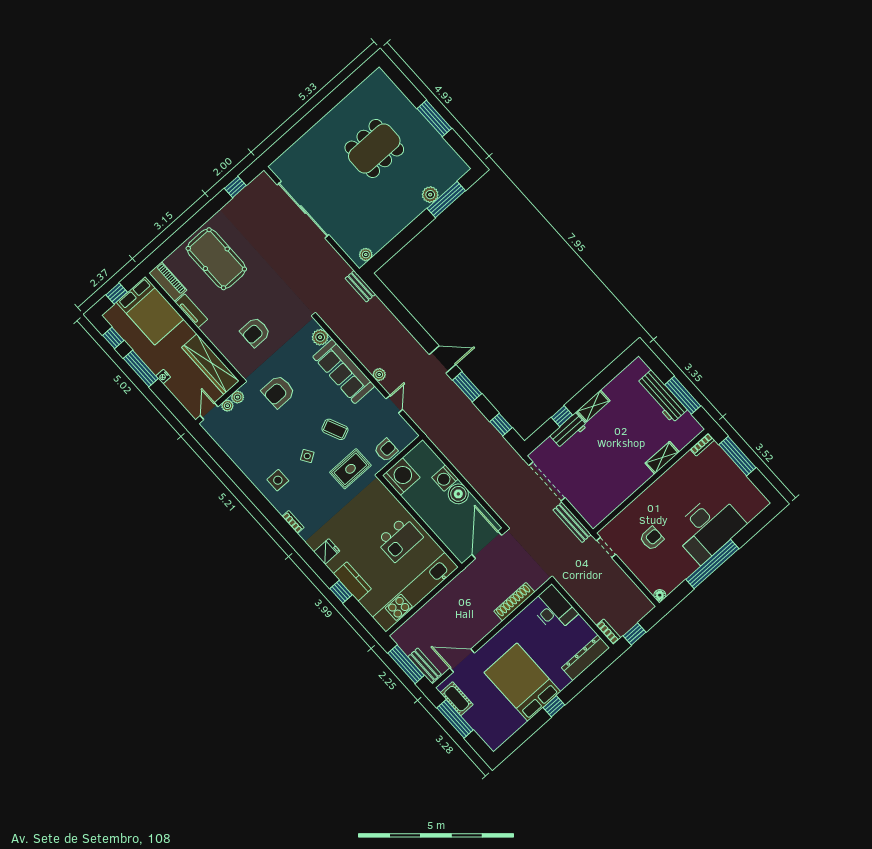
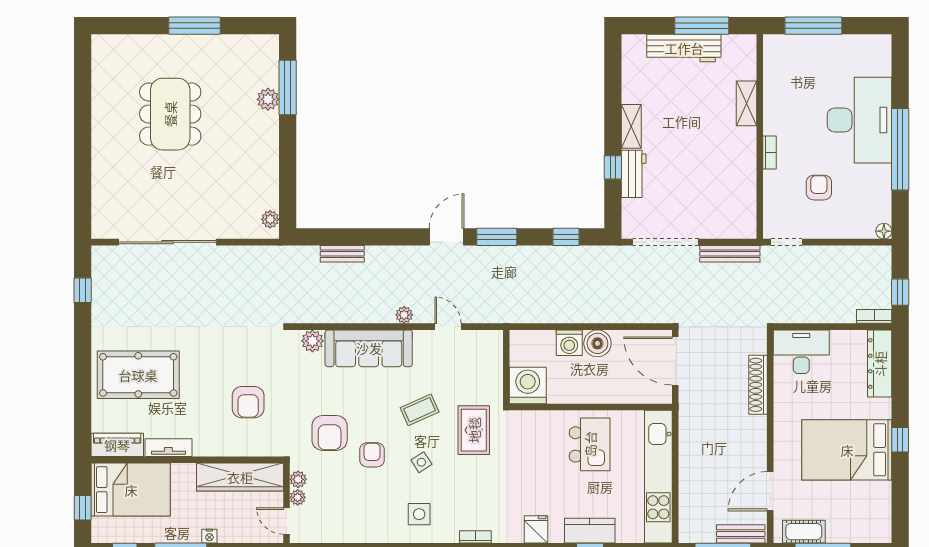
bench: (360, 286) -> (342, 254), moved
bookcase: (702, 445) -> (770, 152), moved
armchair: (386, 450) -> (372, 455), moved

